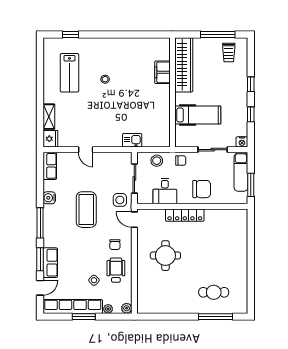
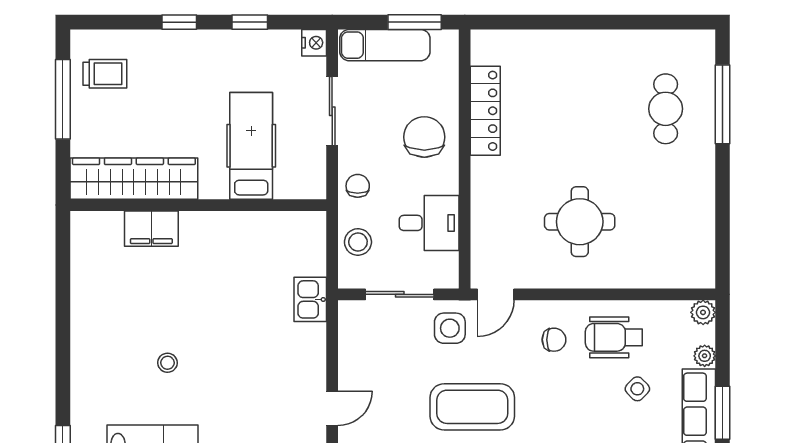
locker: (185, 215) -> (485, 111), moved

